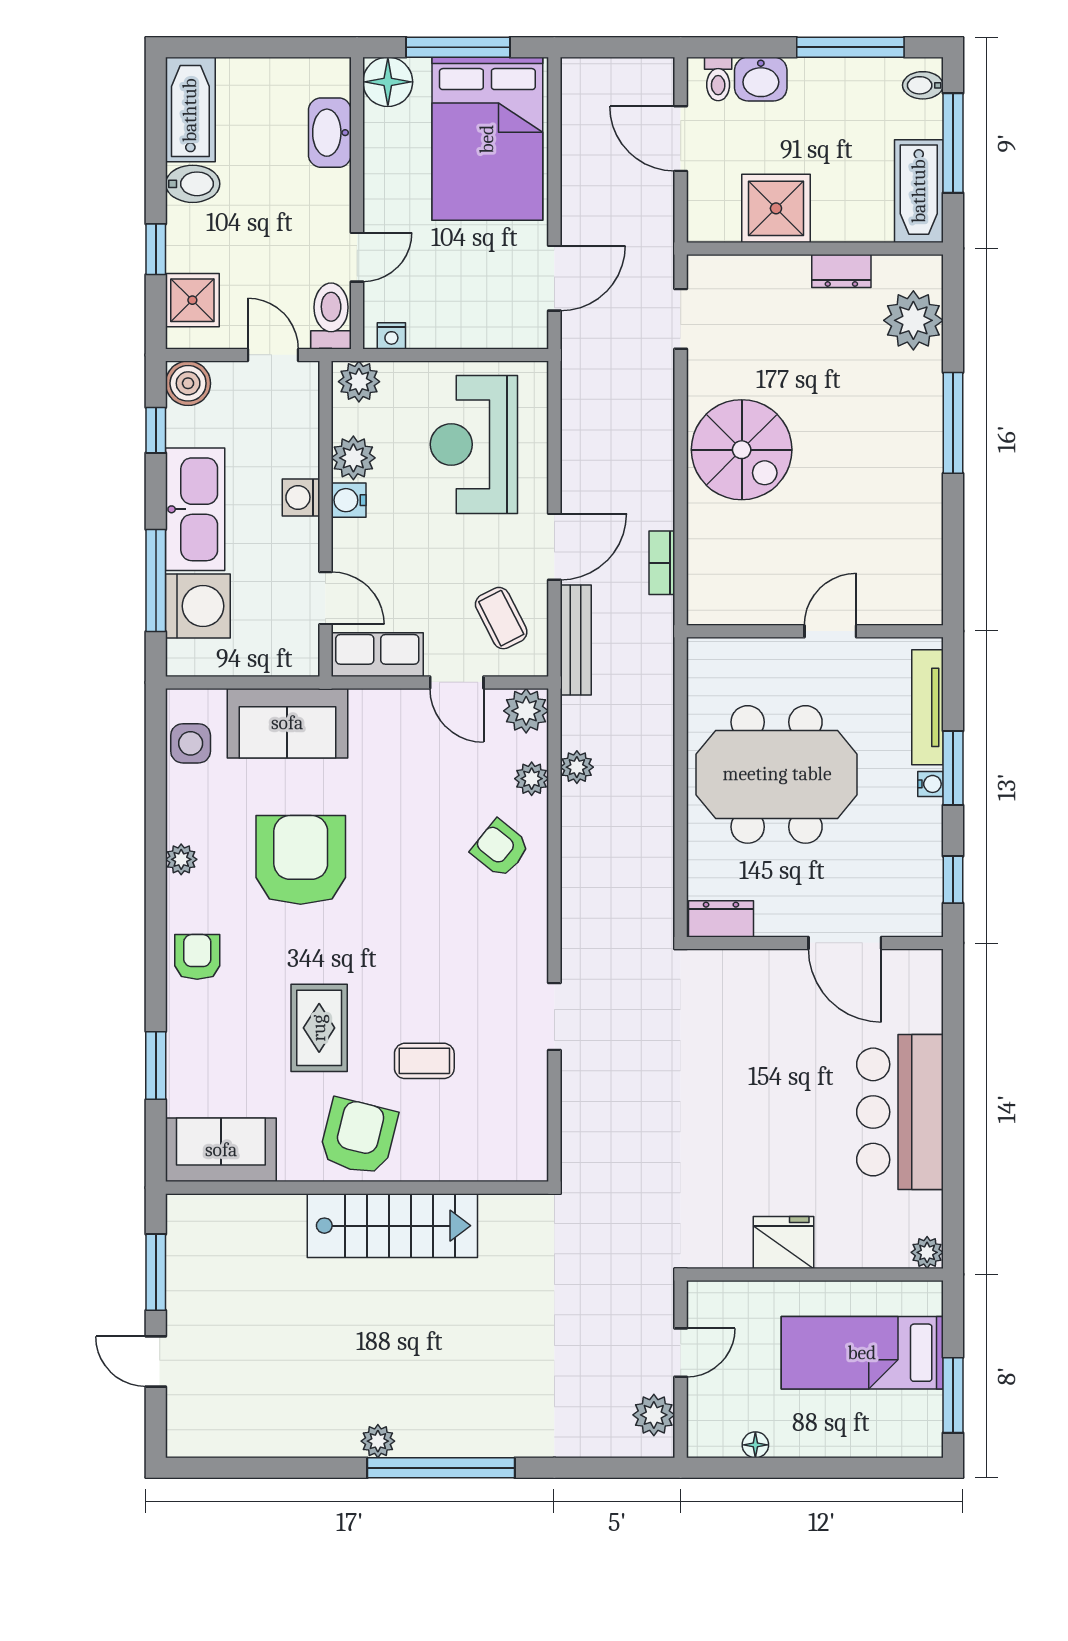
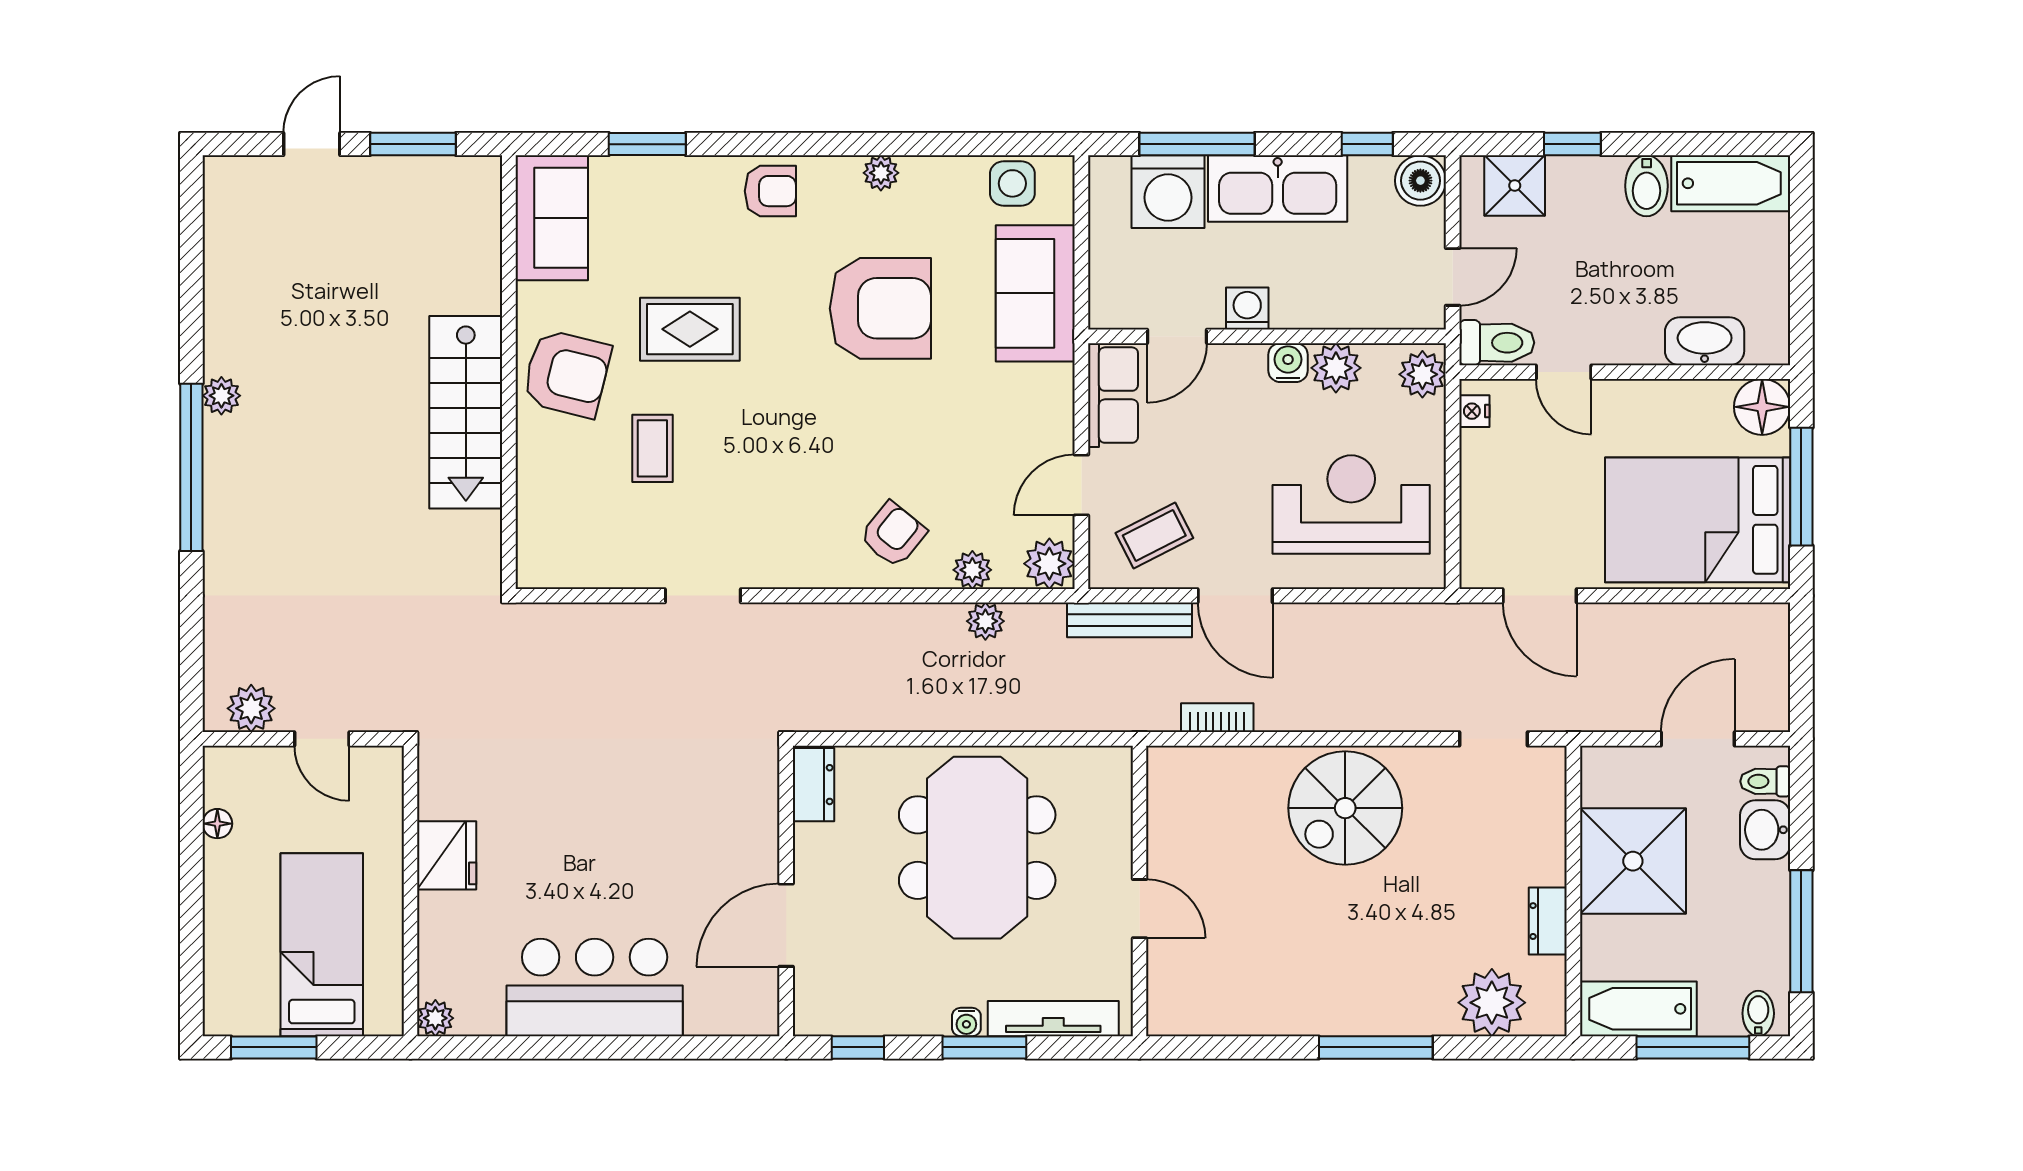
shower: (776, 208) -> (1633, 861), width x1.37, depth x1.37
washing machine: (301, 497) -> (1247, 309), moved

